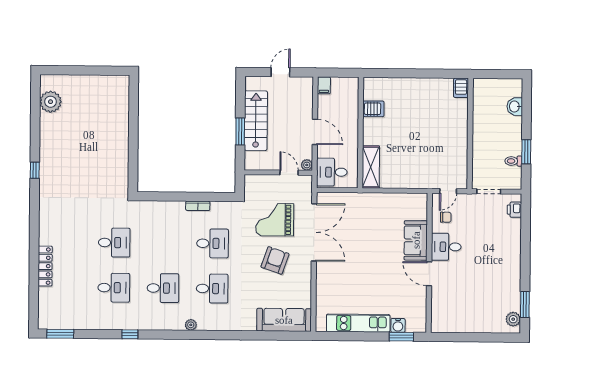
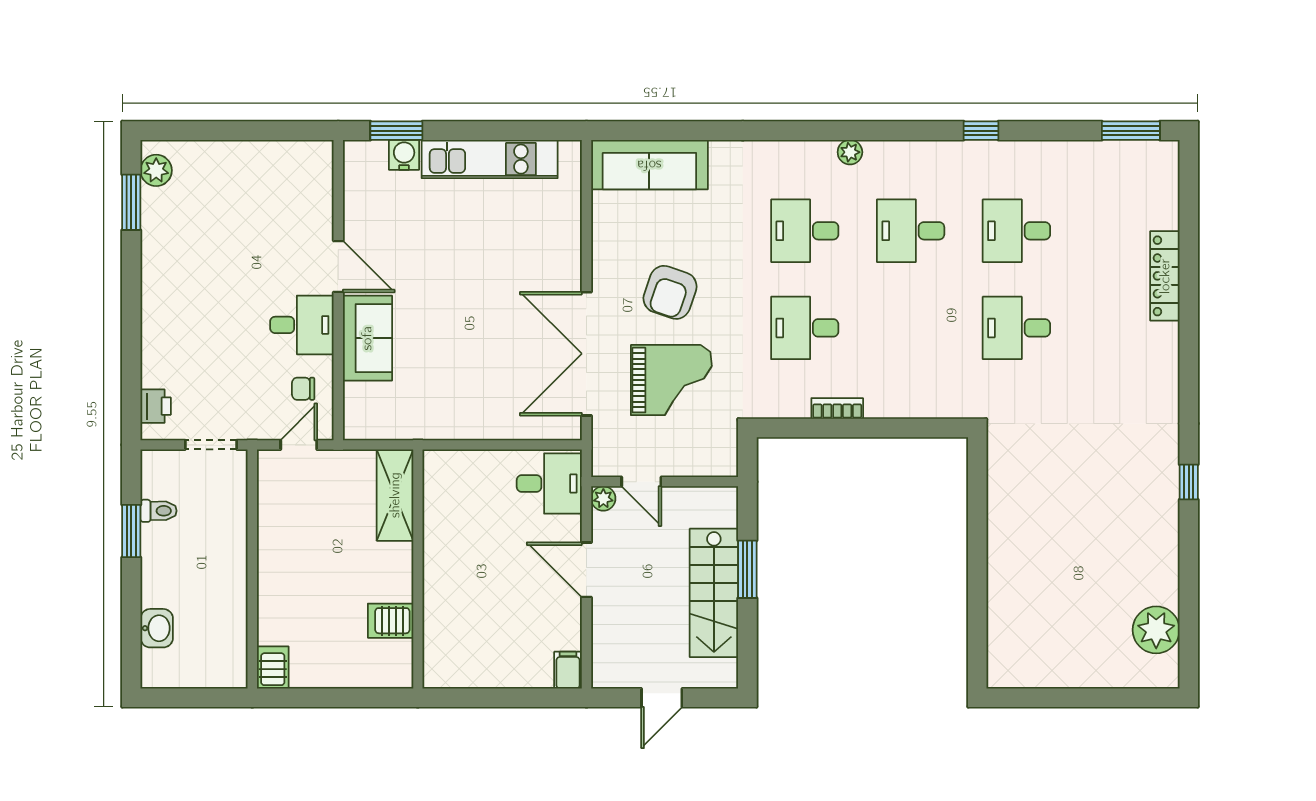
server rack: (373, 109) -> (391, 621), moved
wall: (360, 133) -> (418, 569), moved
shelving: (371, 167) -> (395, 495), moved

